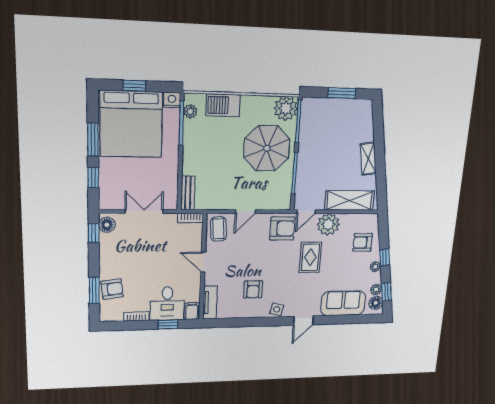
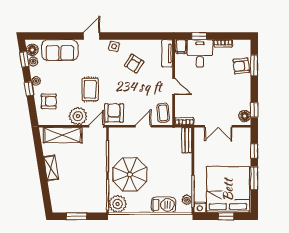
armchair: (282, 228) -> (114, 113), turned 90
armchair: (253, 289) -> (134, 64), turned -148

